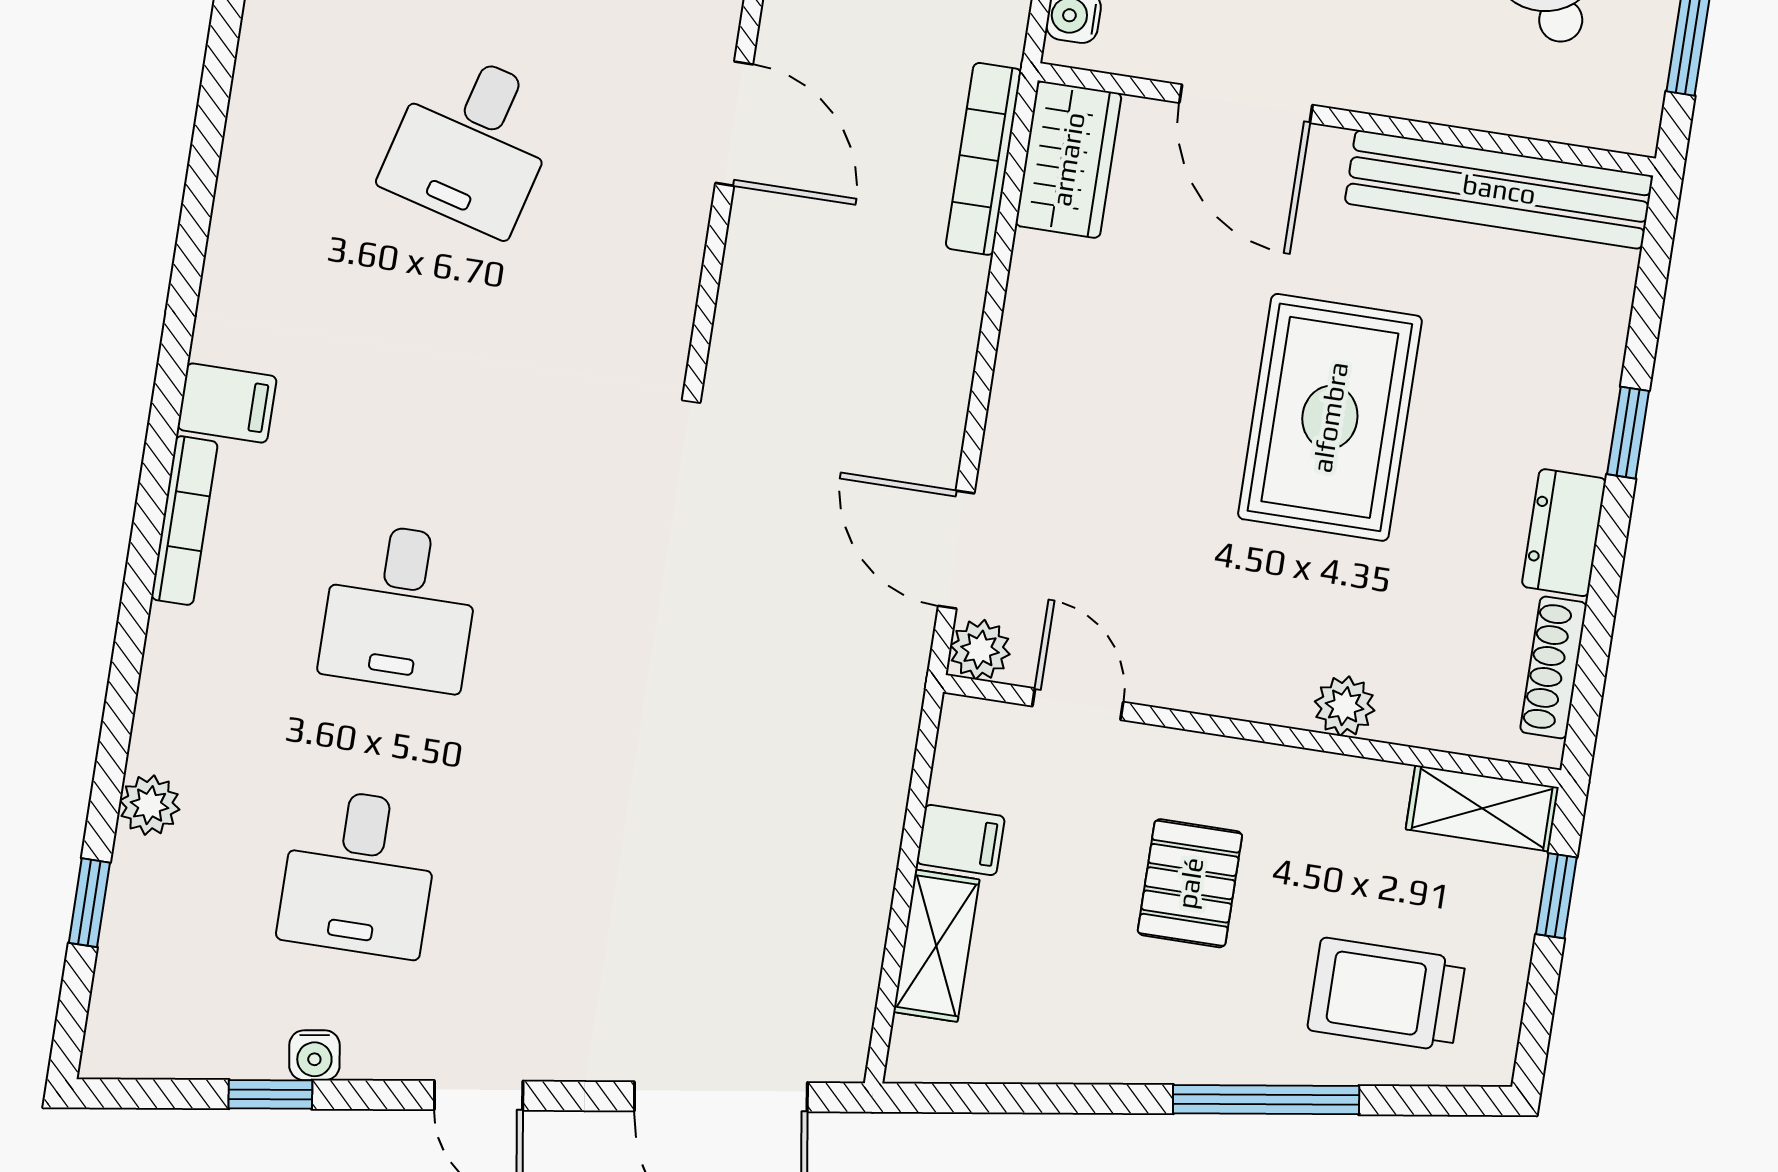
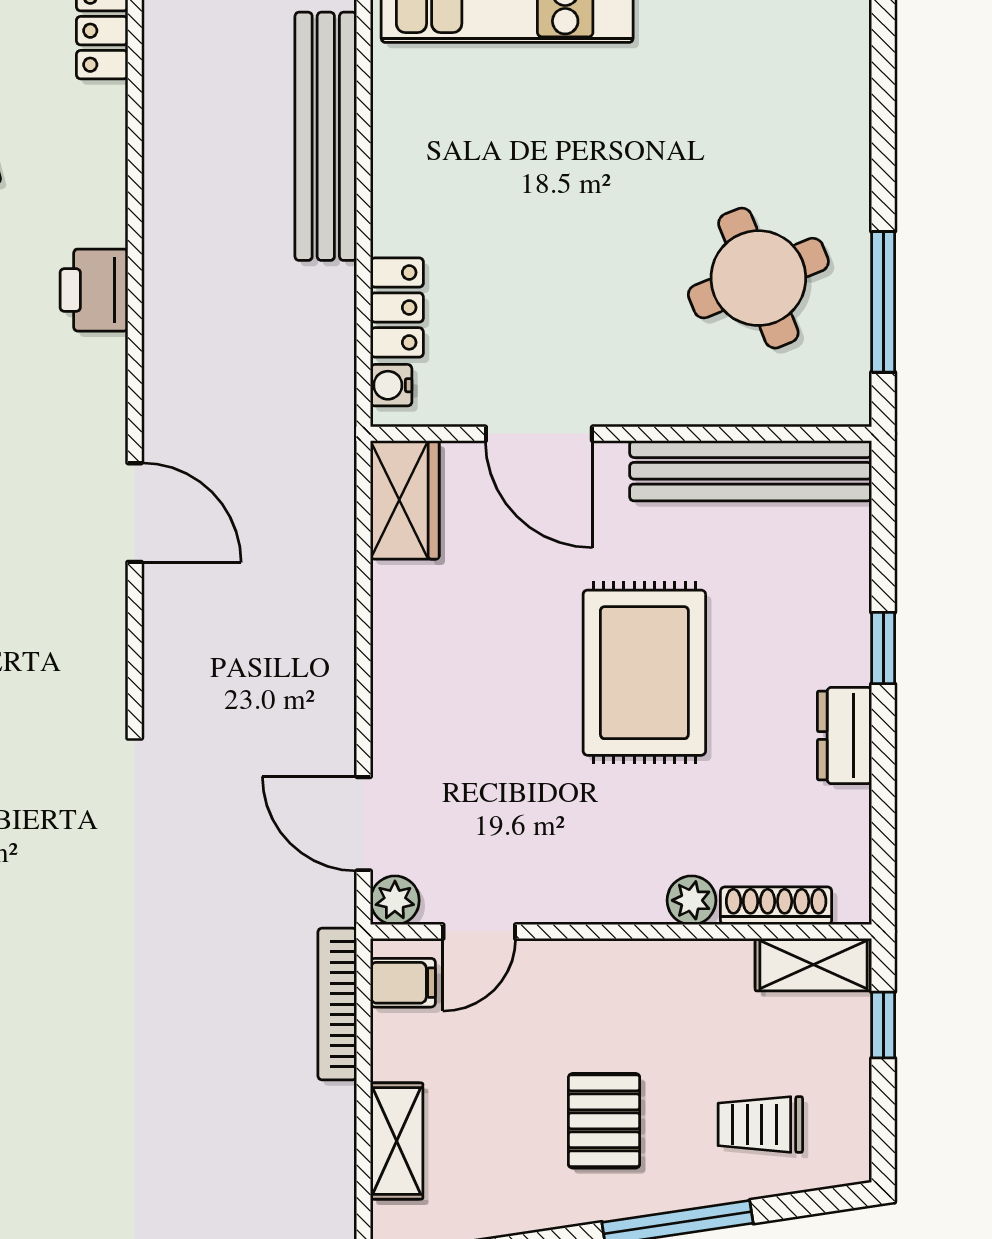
bookcase: (984, 159) -> (337, 1004), moved
shoe rack: (1553, 667) -> (776, 906), moved, turned 90
door: (1078, 704) -> (479, 932), swing flipped
filing cabinet: (961, 840) -> (403, 983), moved
pallet: (1190, 883) -> (604, 1121), moved
trolley: (1386, 995) -> (760, 1124), width x0.73, depth x0.72

